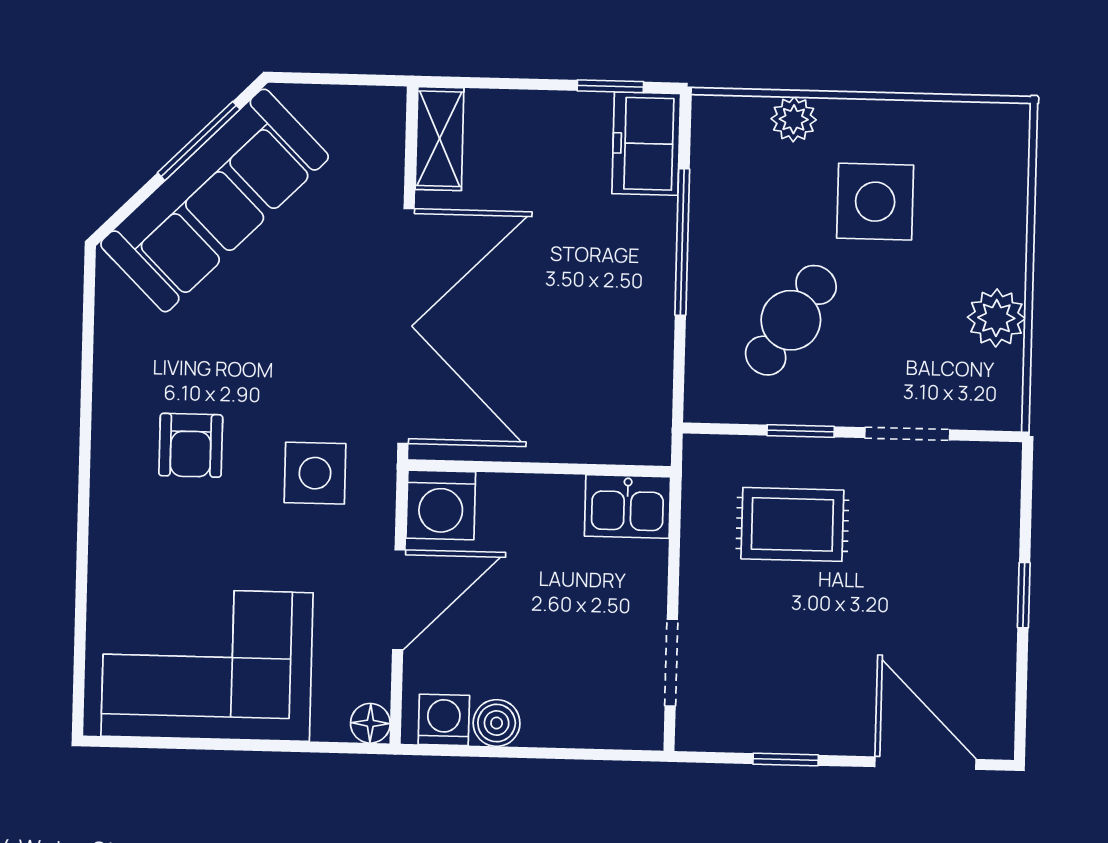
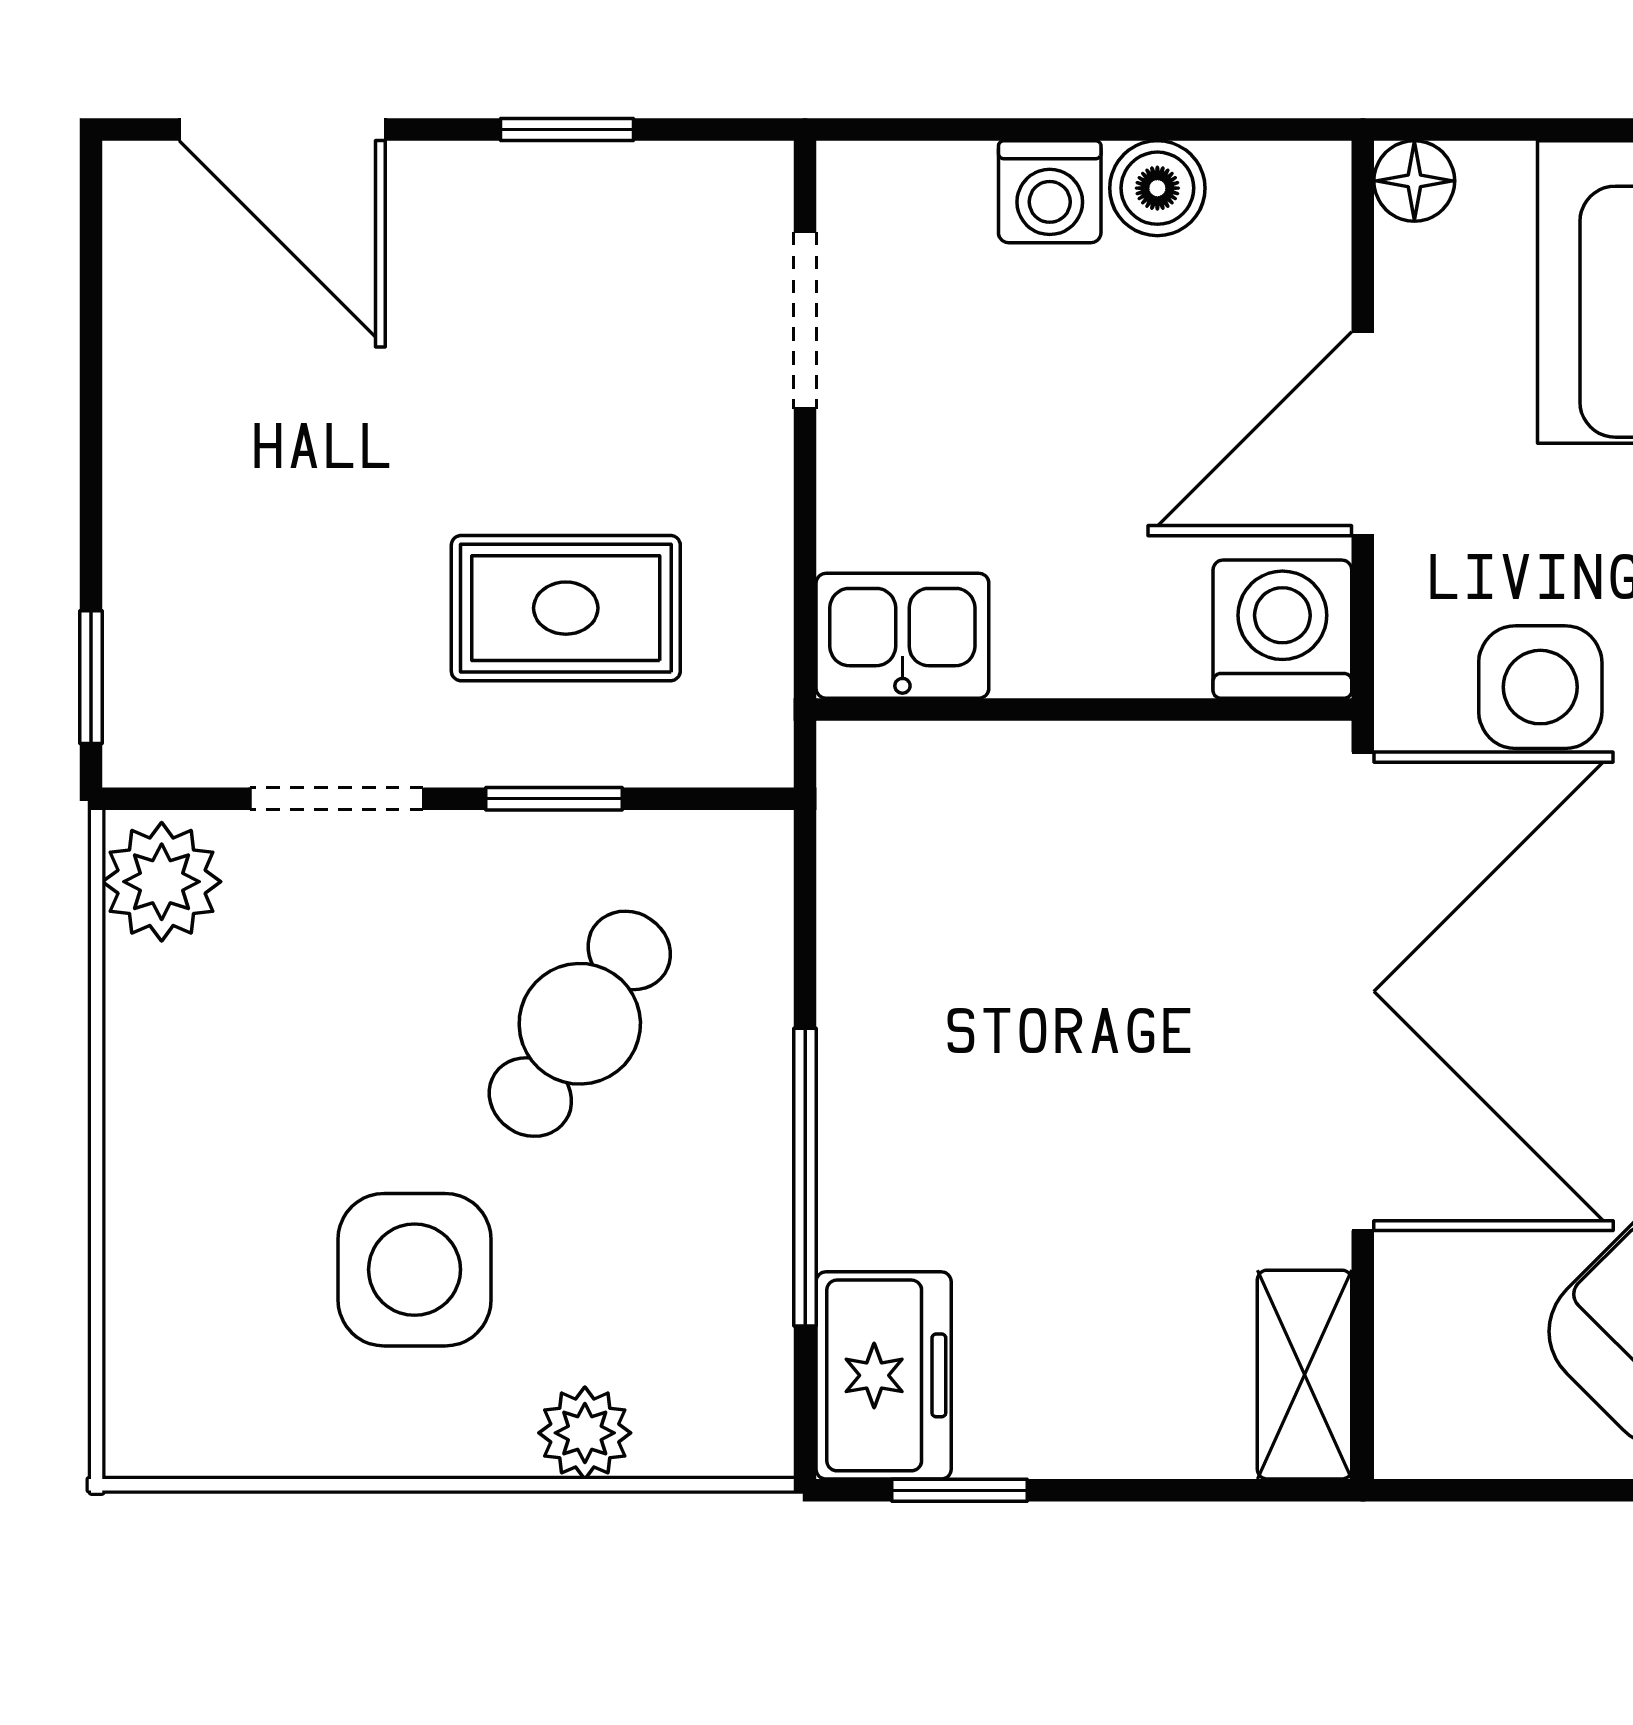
plant: (996, 318) -> (162, 882), moved
double door: (406, 326) -> (1363, 991), swing flipped
window: (1024, 595) -> (91, 677), moved
washing machine: (444, 720) -> (1050, 192), moved

